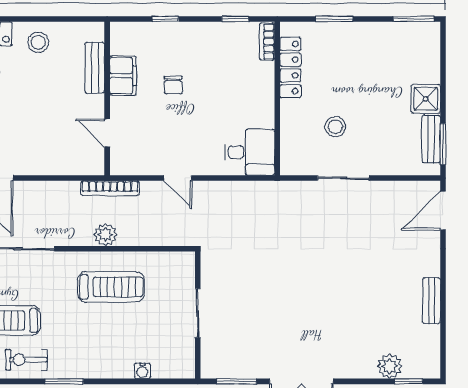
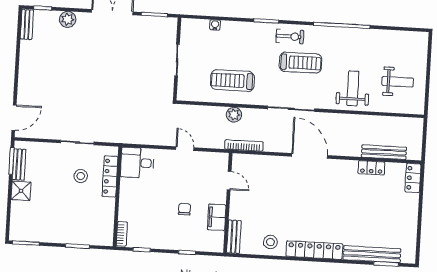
bench: (95, 68) -> (234, 237), moved
locker: (290, 68) -> (110, 176), moved
bookcase: (110, 188) -> (244, 145), moved
bench: (432, 301) -> (27, 24), moved
plant: (390, 366) -> (68, 19), moved

